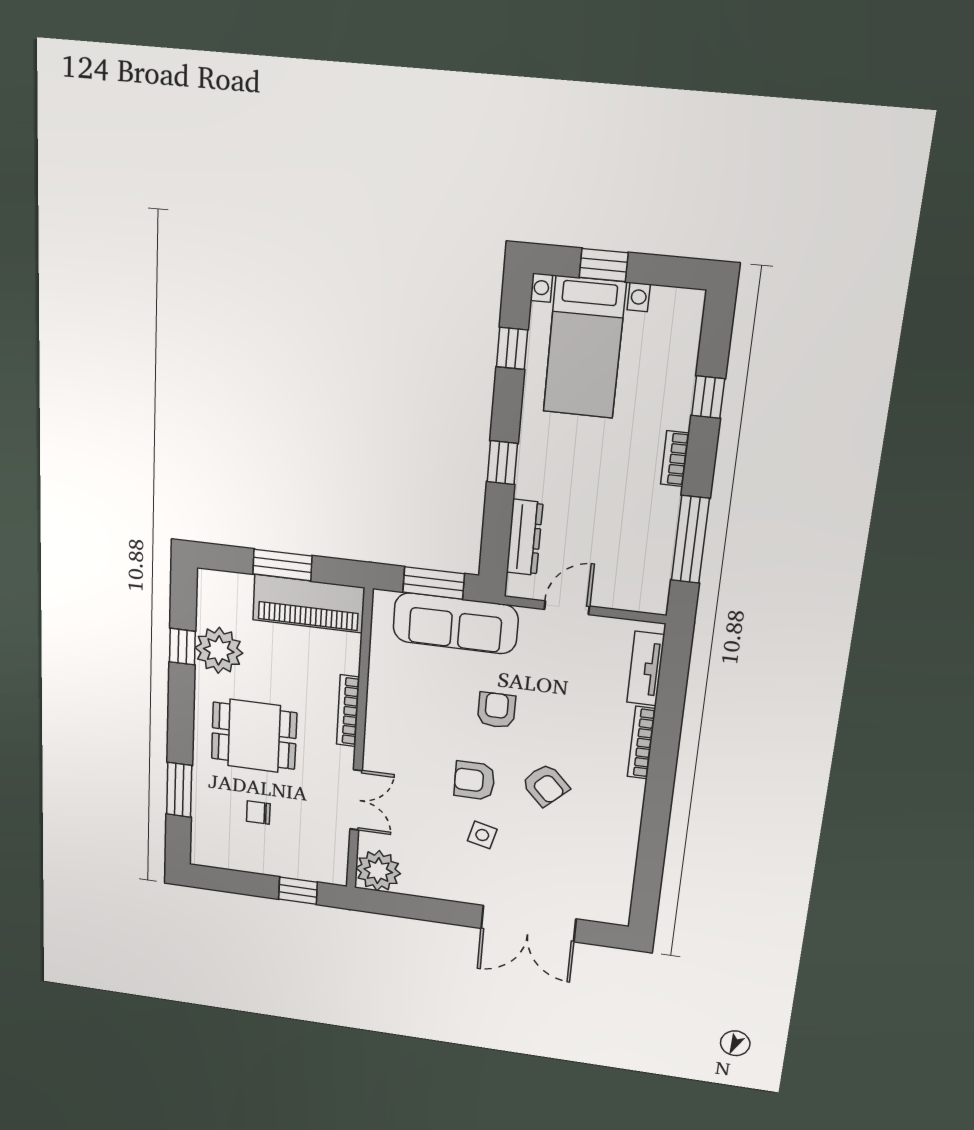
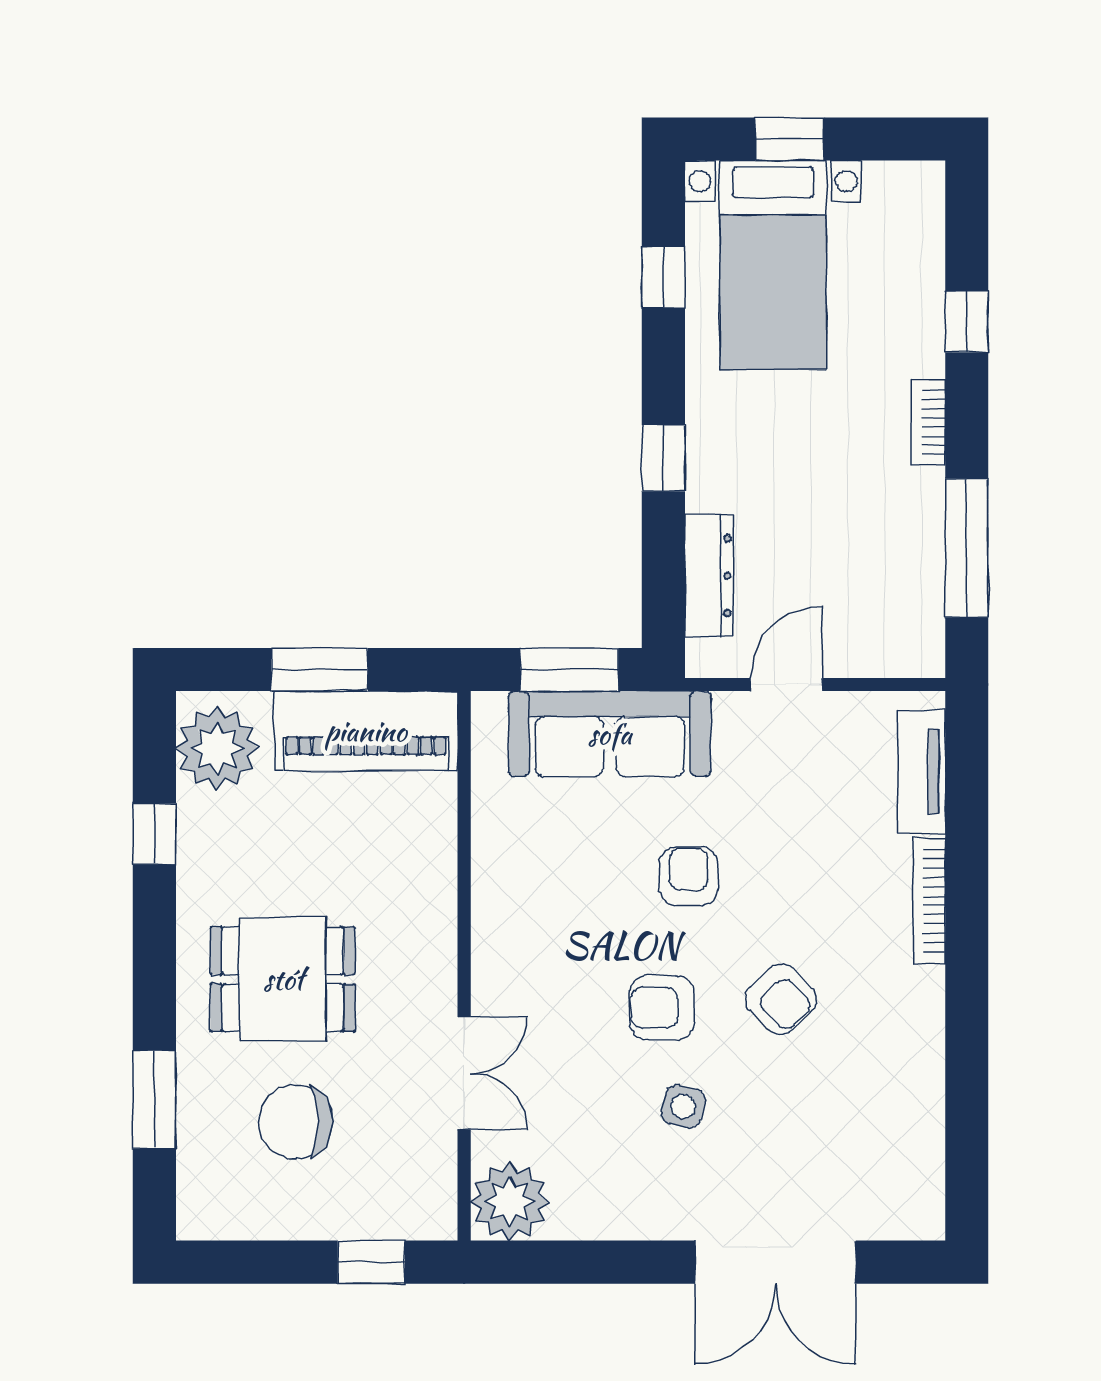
plant: (219, 650) -> (217, 748), moved
bookcase: (348, 711) -> (441, 911), removed
chair: (258, 812) -> (295, 1122), width x1.87, depth x1.87

